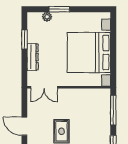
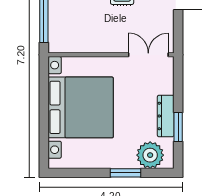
plant: (47, 17) -> (150, 155), width x1.87, depth x1.87
dresser: (33, 57) -> (166, 116), moved

